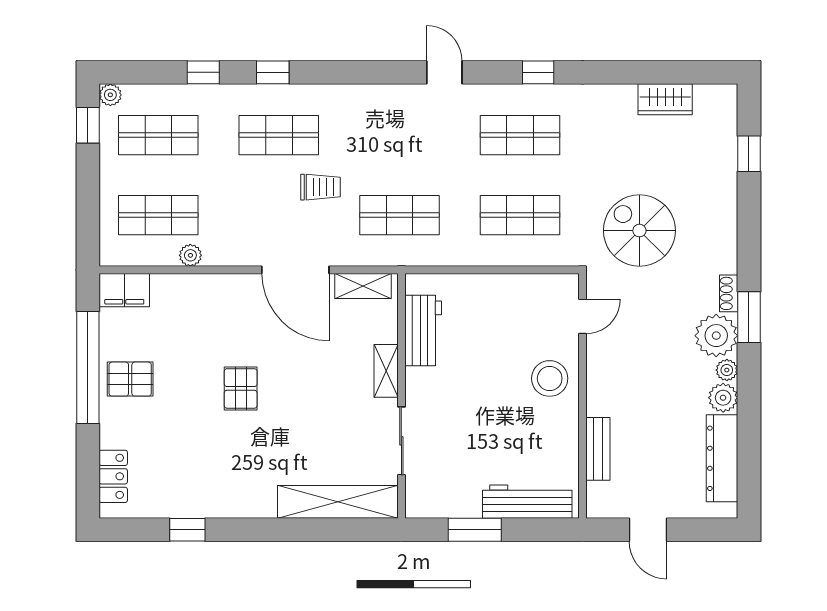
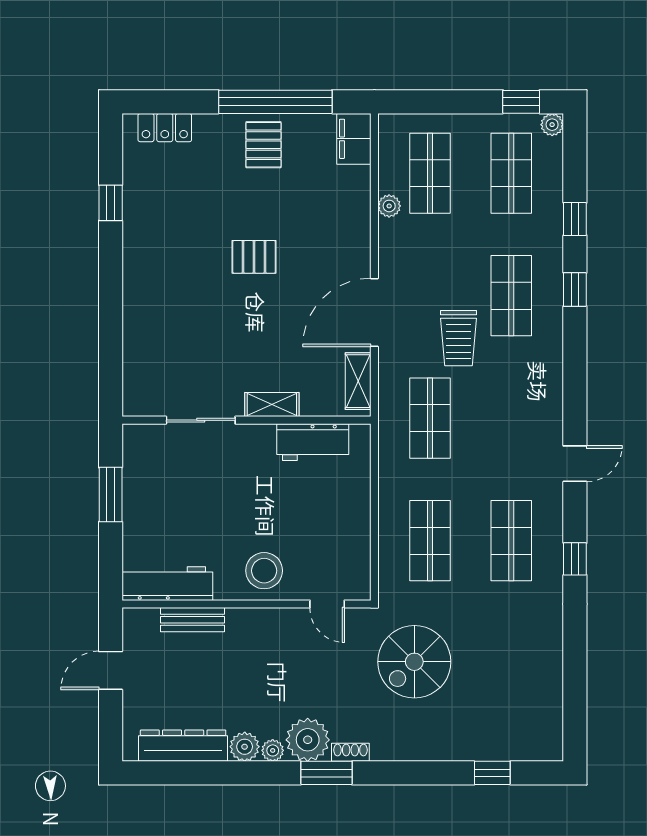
wardrobe: (665, 99) -> (548, 688), removed
trolley: (321, 187) -> (458, 338), width x1.36, depth x1.39
spiral stairs: (639, 231) -> (414, 662), turned 180
shelving: (338, 502) -> (139, 356), removed
workbench: (527, 502) -> (167, 584), moved, turned -90

